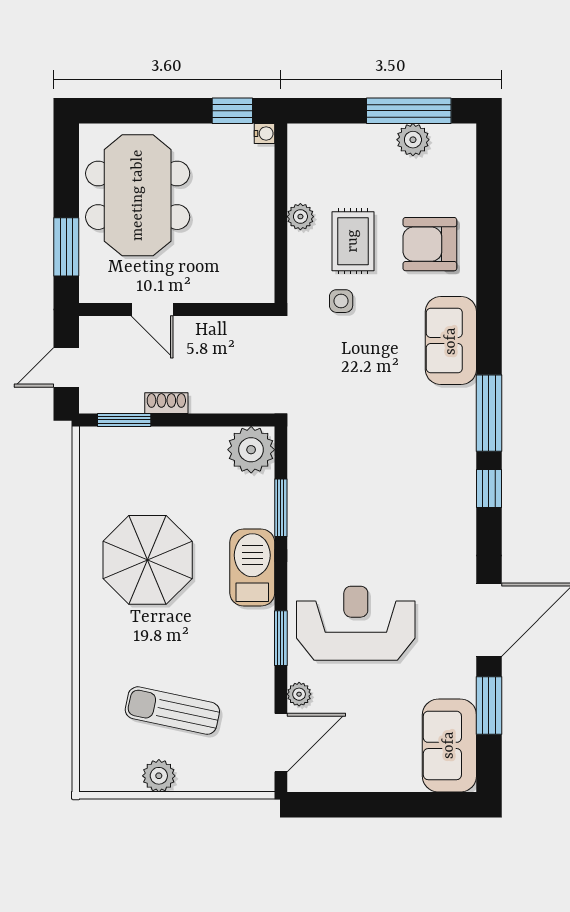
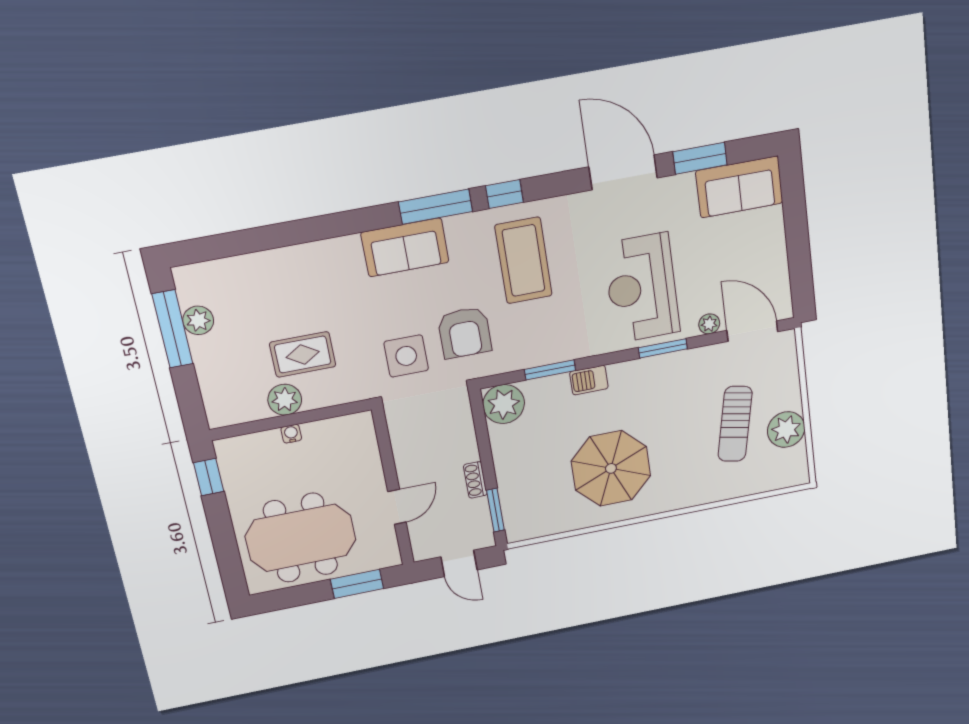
water cooler: (264, 133) -> (291, 434), moved
plant: (300, 217) -> (285, 400), width x1.38, depth x1.38
armchair: (430, 244) -> (465, 333), moved
side table: (341, 301) -> (406, 356), moved, width x1.87, depth x1.87
sofa: (451, 341) -> (405, 247), moved
coffee table: (412, 498) -> (524, 261), added
barbecue: (252, 568) -> (589, 380), width x0.53, depth x0.65
plant: (159, 776) -> (786, 430), width x1.36, depth x1.36

